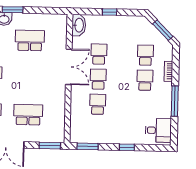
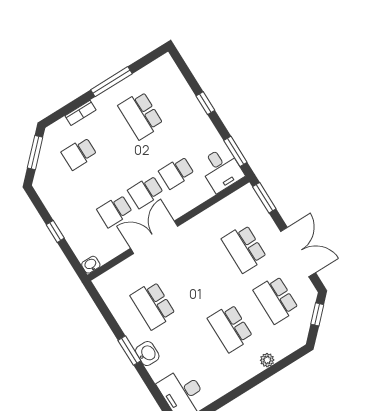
washbasin: (79, 25) -> (91, 265), width x0.52, depth x0.69
school desk: (145, 80) -> (141, 115), moved, width x1.85
desk: (158, 130) -> (221, 169), moved, turned 180

